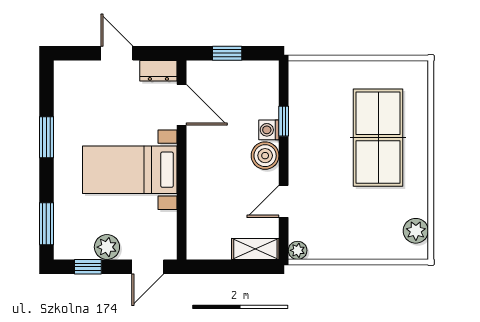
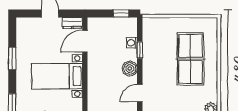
window: (227, 53) -> (121, 14), moved
door: (182, 105) -> (85, 41), swing flipped
washing machine: (269, 130) -> (132, 43), moved

